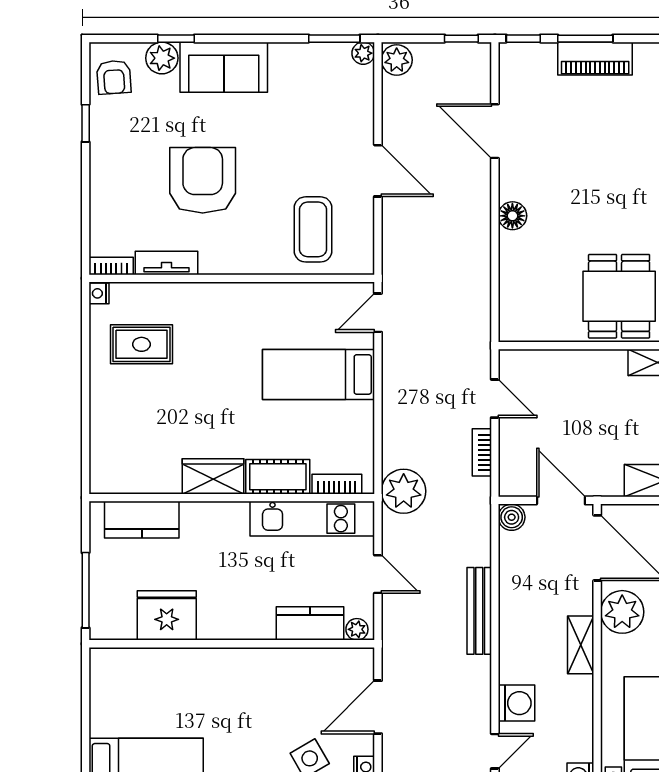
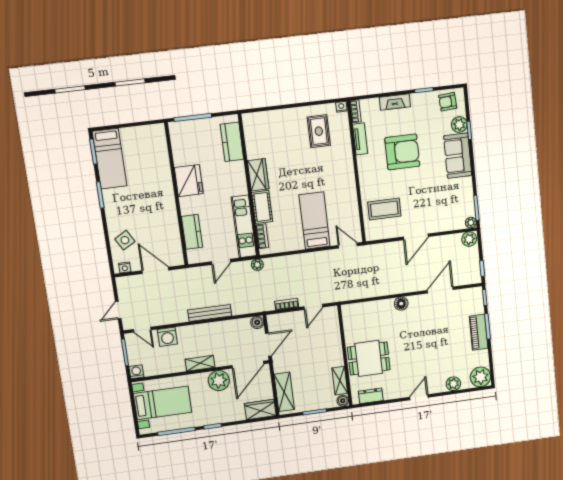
fireplace: (102, 185) -> (395, 102), added
plant: (404, 491) -> (257, 265), width x0.53, depth x0.53
fridge: (167, 615) -> (189, 181), moved
plant: (357, 629) -> (192, 255), removed

